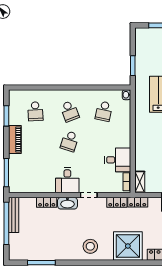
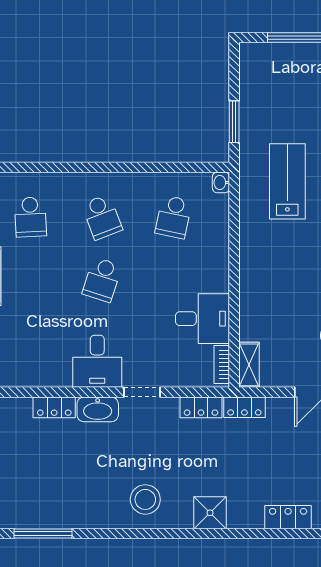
shower: (128, 246) -> (210, 513), width x0.54, depth x0.54

